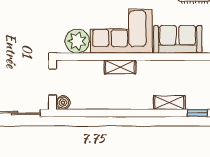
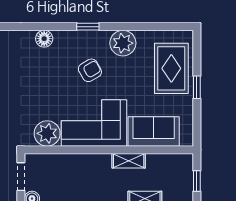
shelving: (120, 67) -> (129, 161), moved

